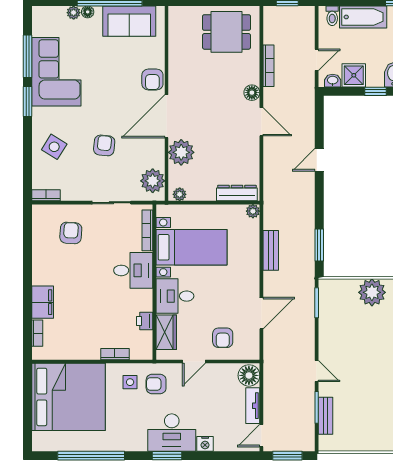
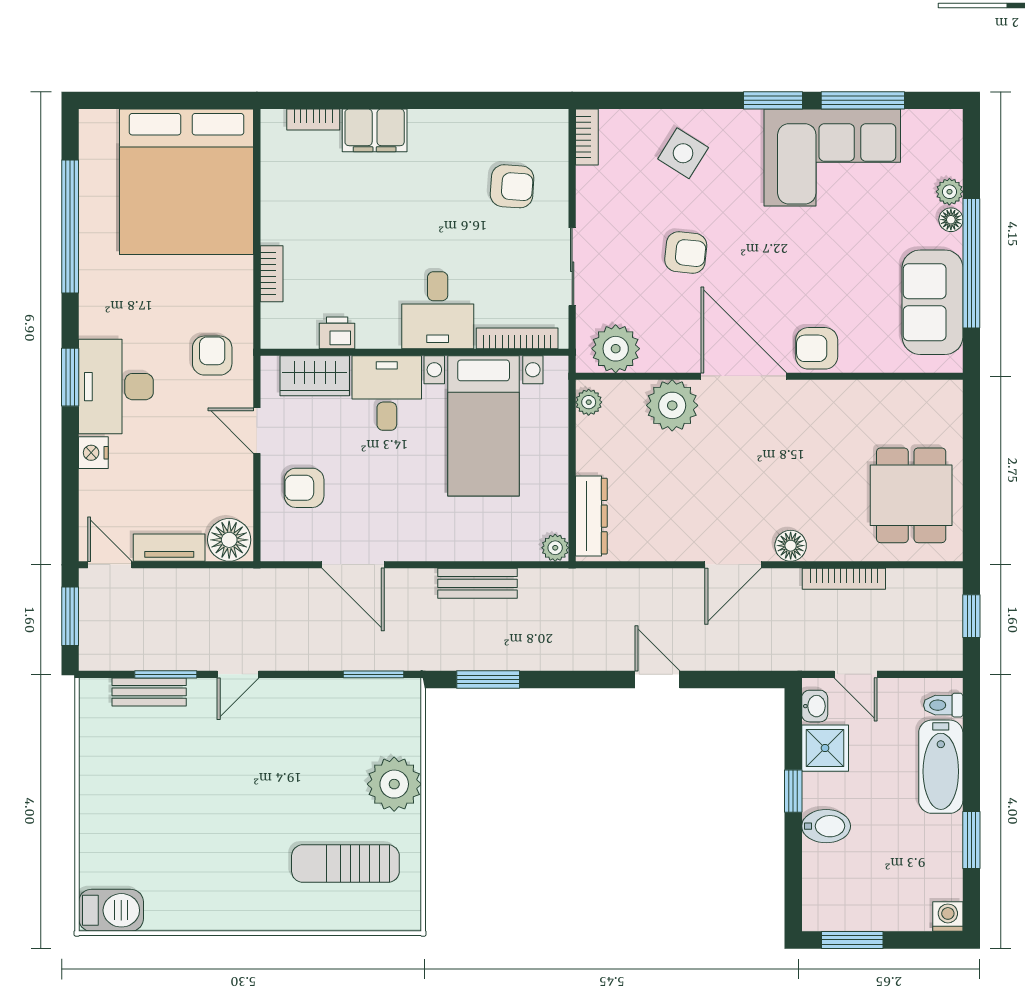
side table: (130, 382) -> (216, 304), removed

